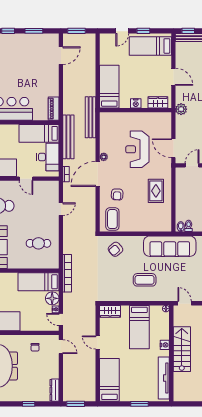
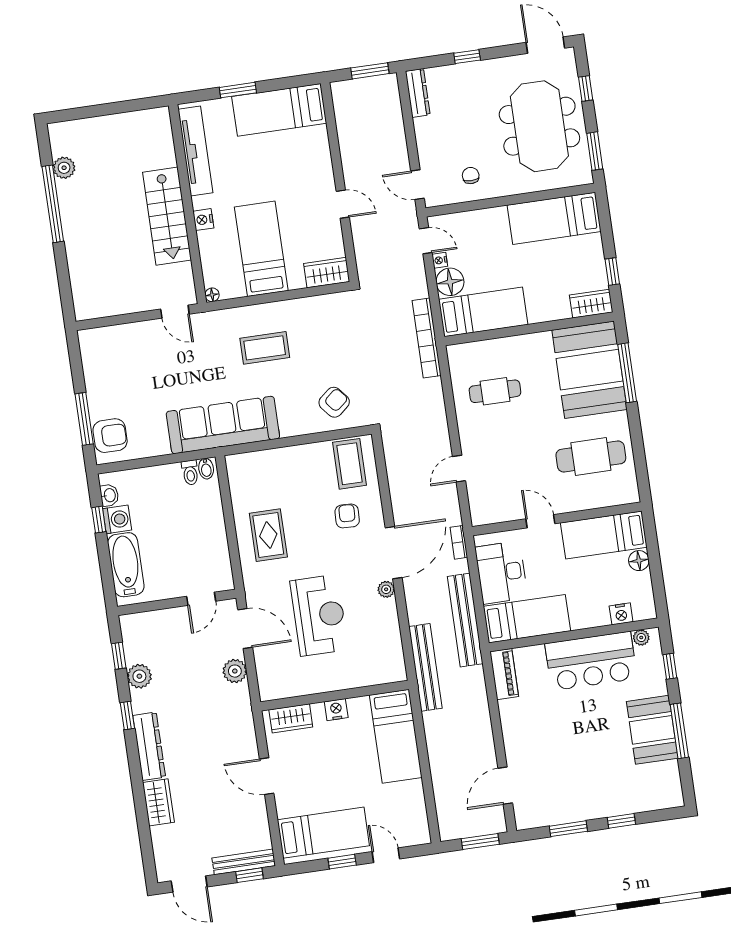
door: (122, 31) -> (386, 855), hinge flipped
plant: (181, 109) -> (235, 671), moved
bed: (109, 380) -> (279, 110), moved, turned 90

